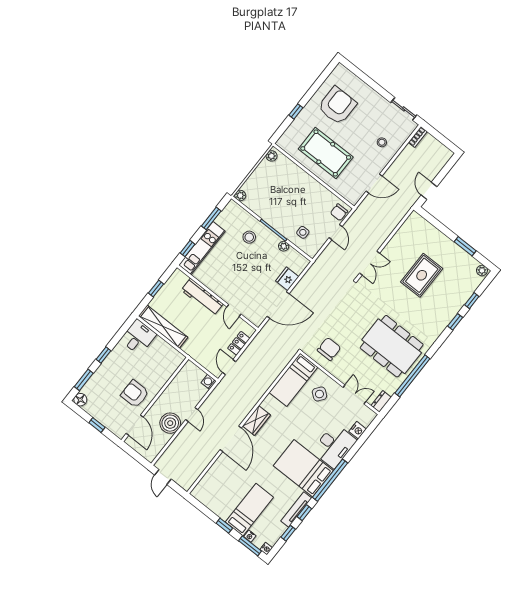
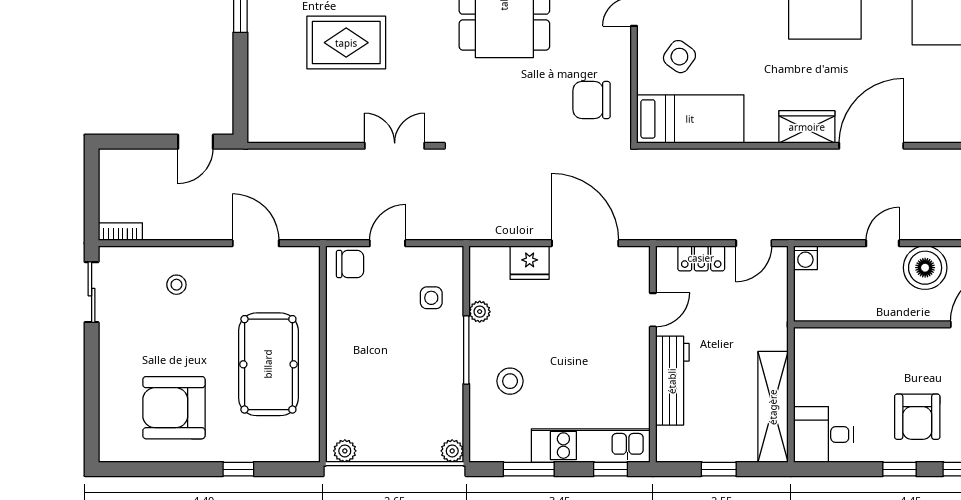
armchair: (135, 394) -> (917, 417), moved

